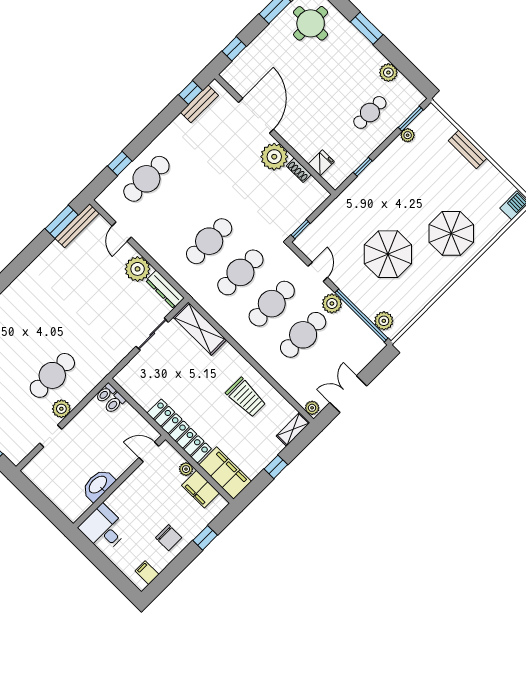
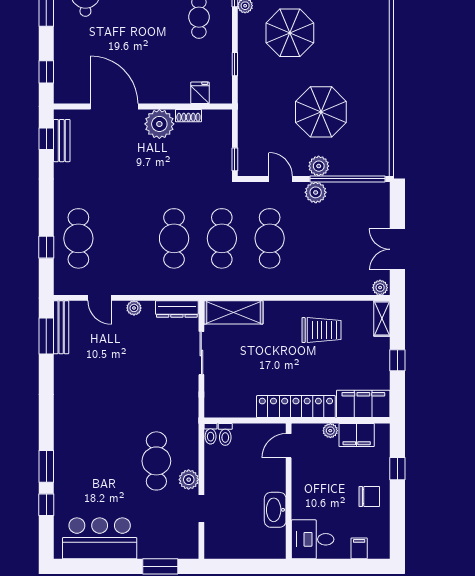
parasol: (451, 233) -> (290, 33), moved
plant: (138, 269) -> (134, 308), width x0.53, depth x0.53
plant: (384, 321) -> (319, 166), moved
cafe table: (303, 335) -> (317, 238), removed
filing cabinet: (147, 573) -> (359, 548), moved, turned 90

